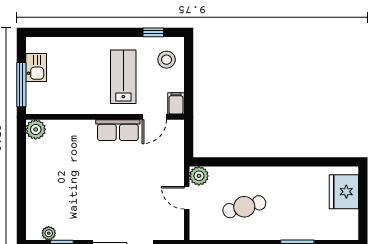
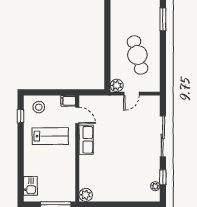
kitchen sink: (36, 68) -> (30, 186), moved, turned 90
lab bench: (123, 77) -> (50, 136), turned 180
cafe table: (244, 207) -> (137, 55), width x1.37, depth x1.35

